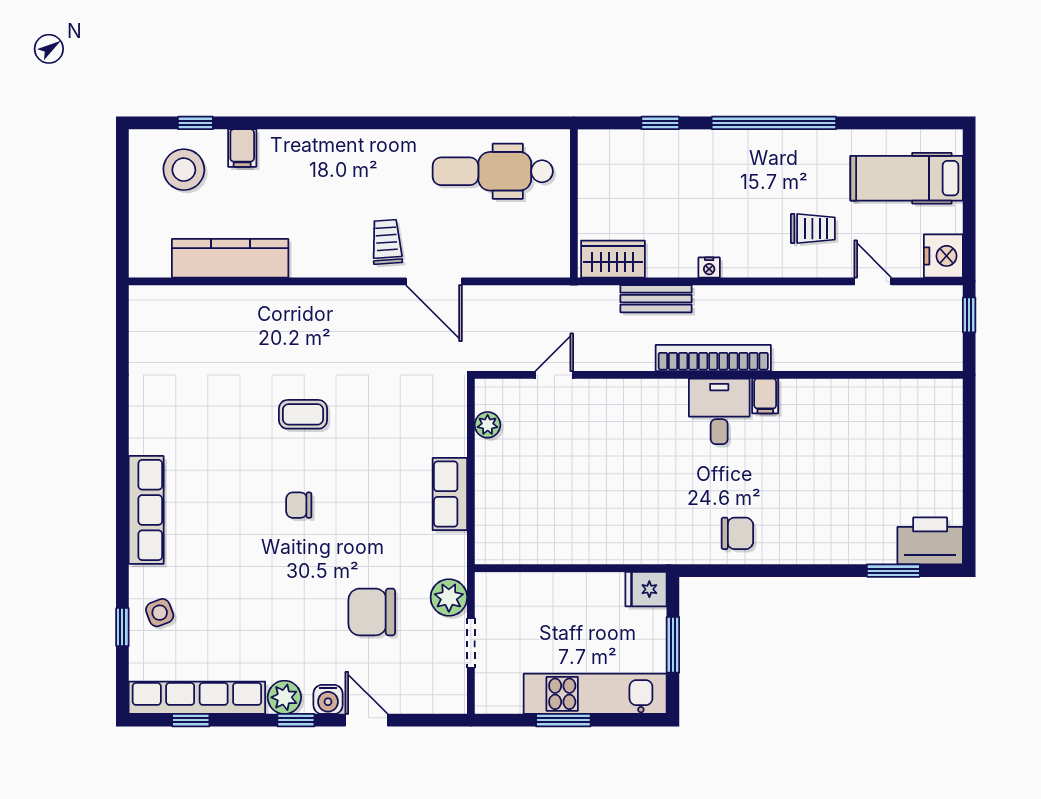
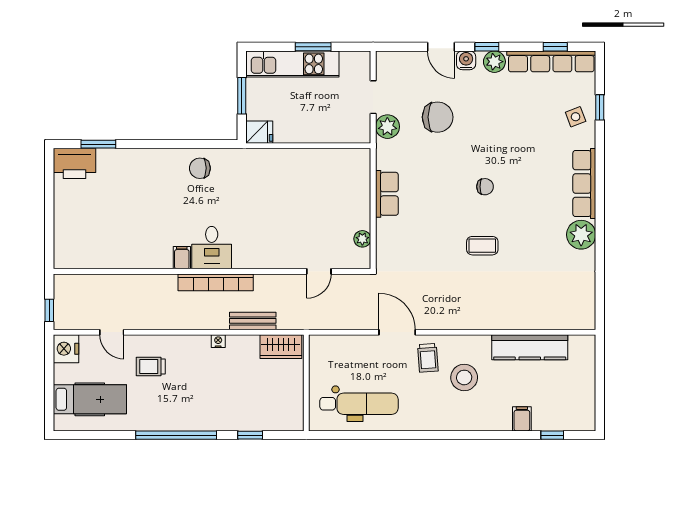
stool: (184, 170) -> (464, 377), moved
plant: (151, 431) -> (581, 235), added

